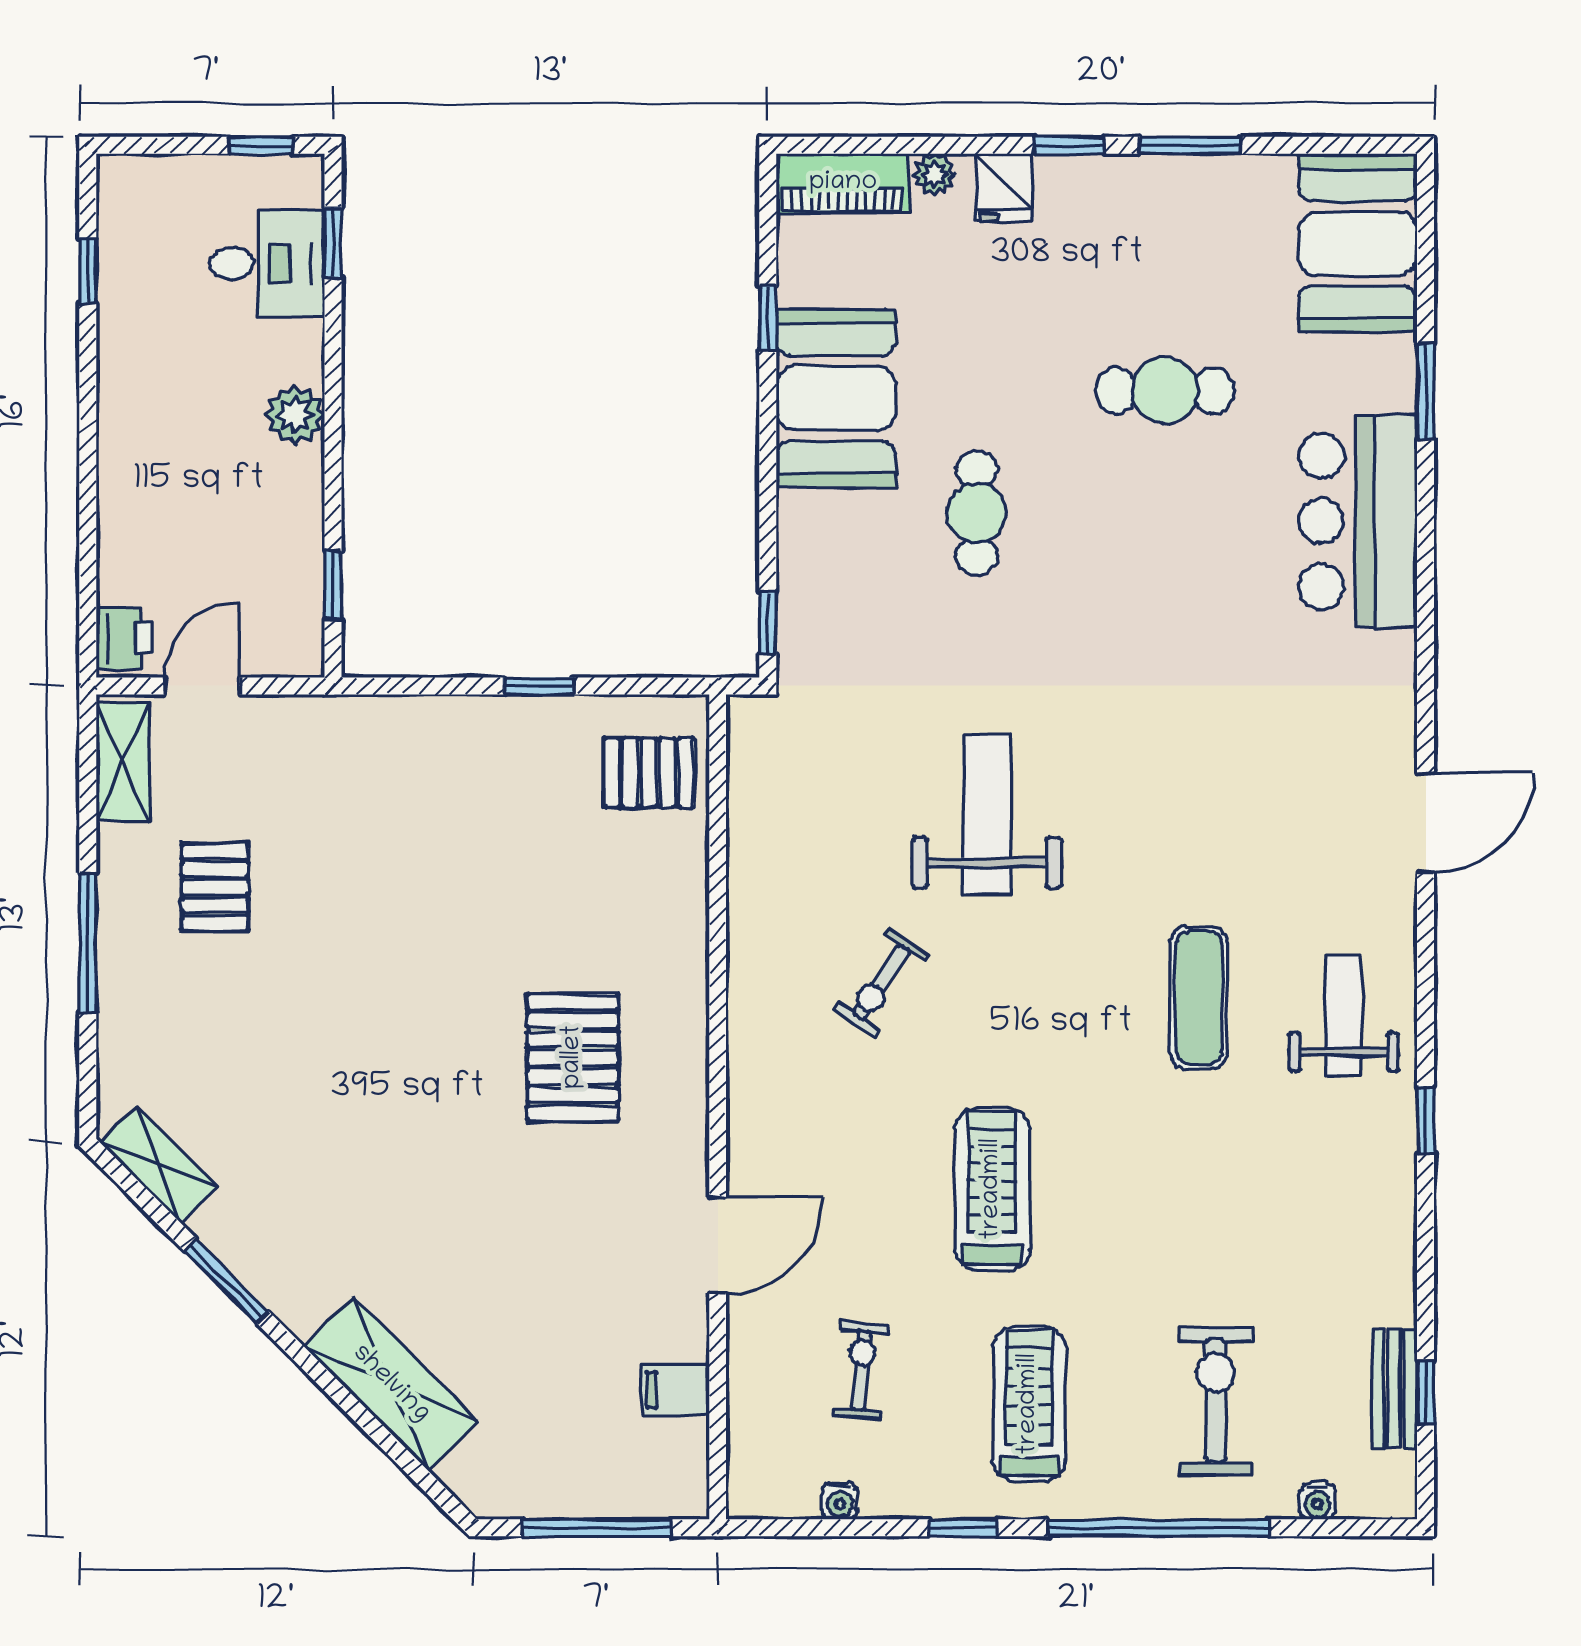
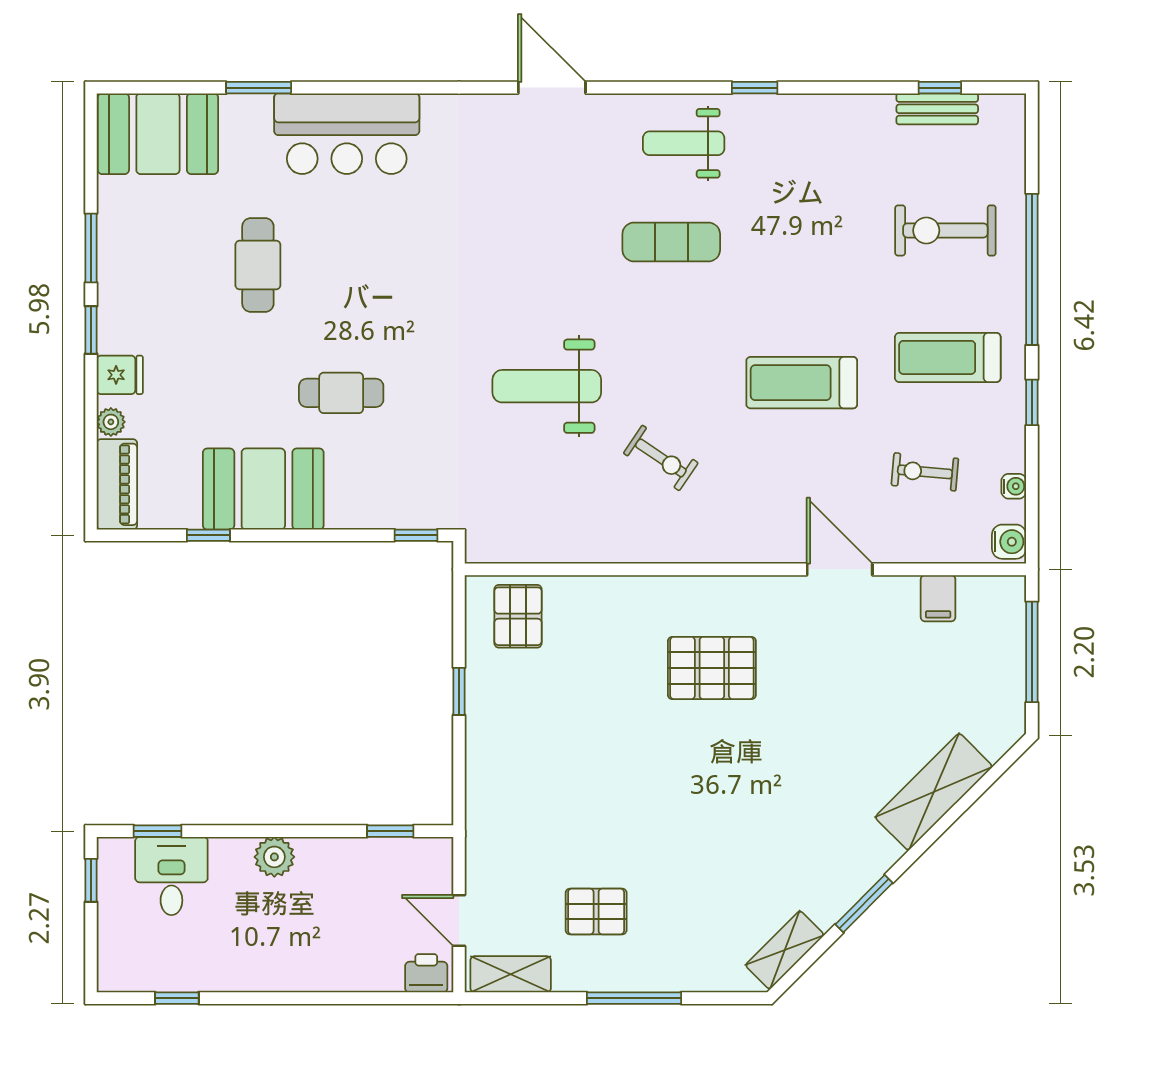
water cooler: (1318, 1501) -> (1009, 542), moved, width x1.38, depth x1.38

